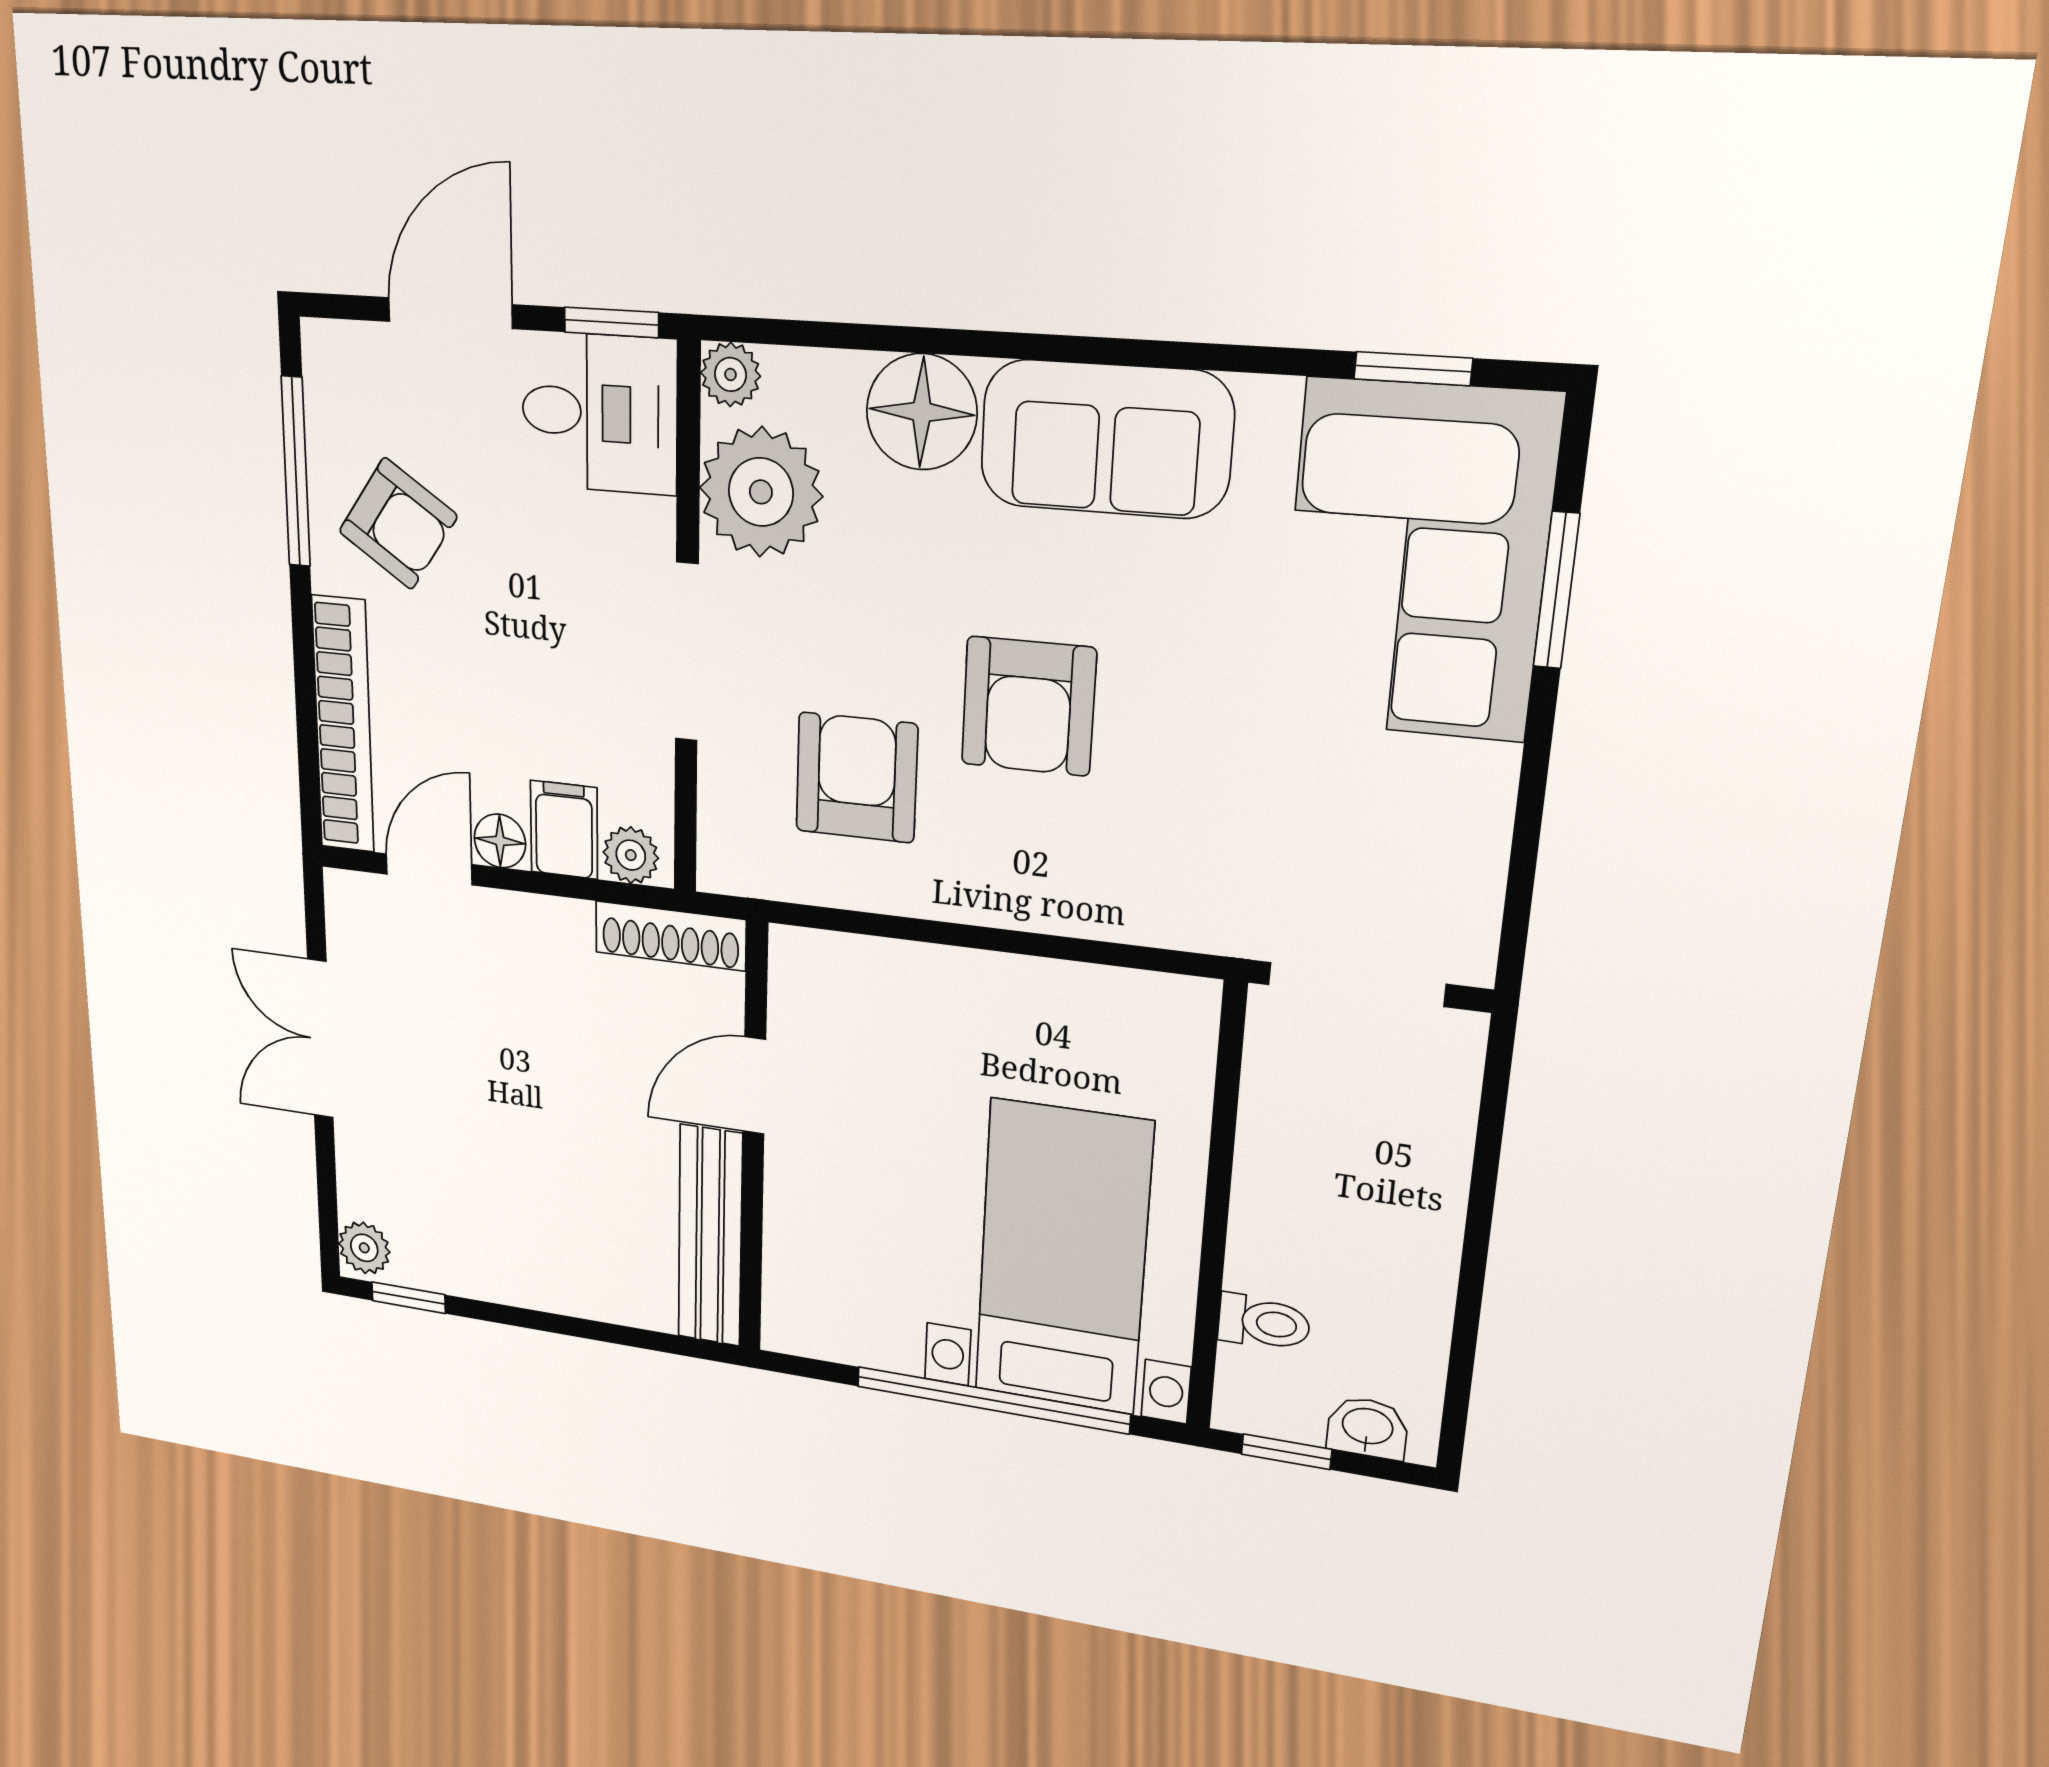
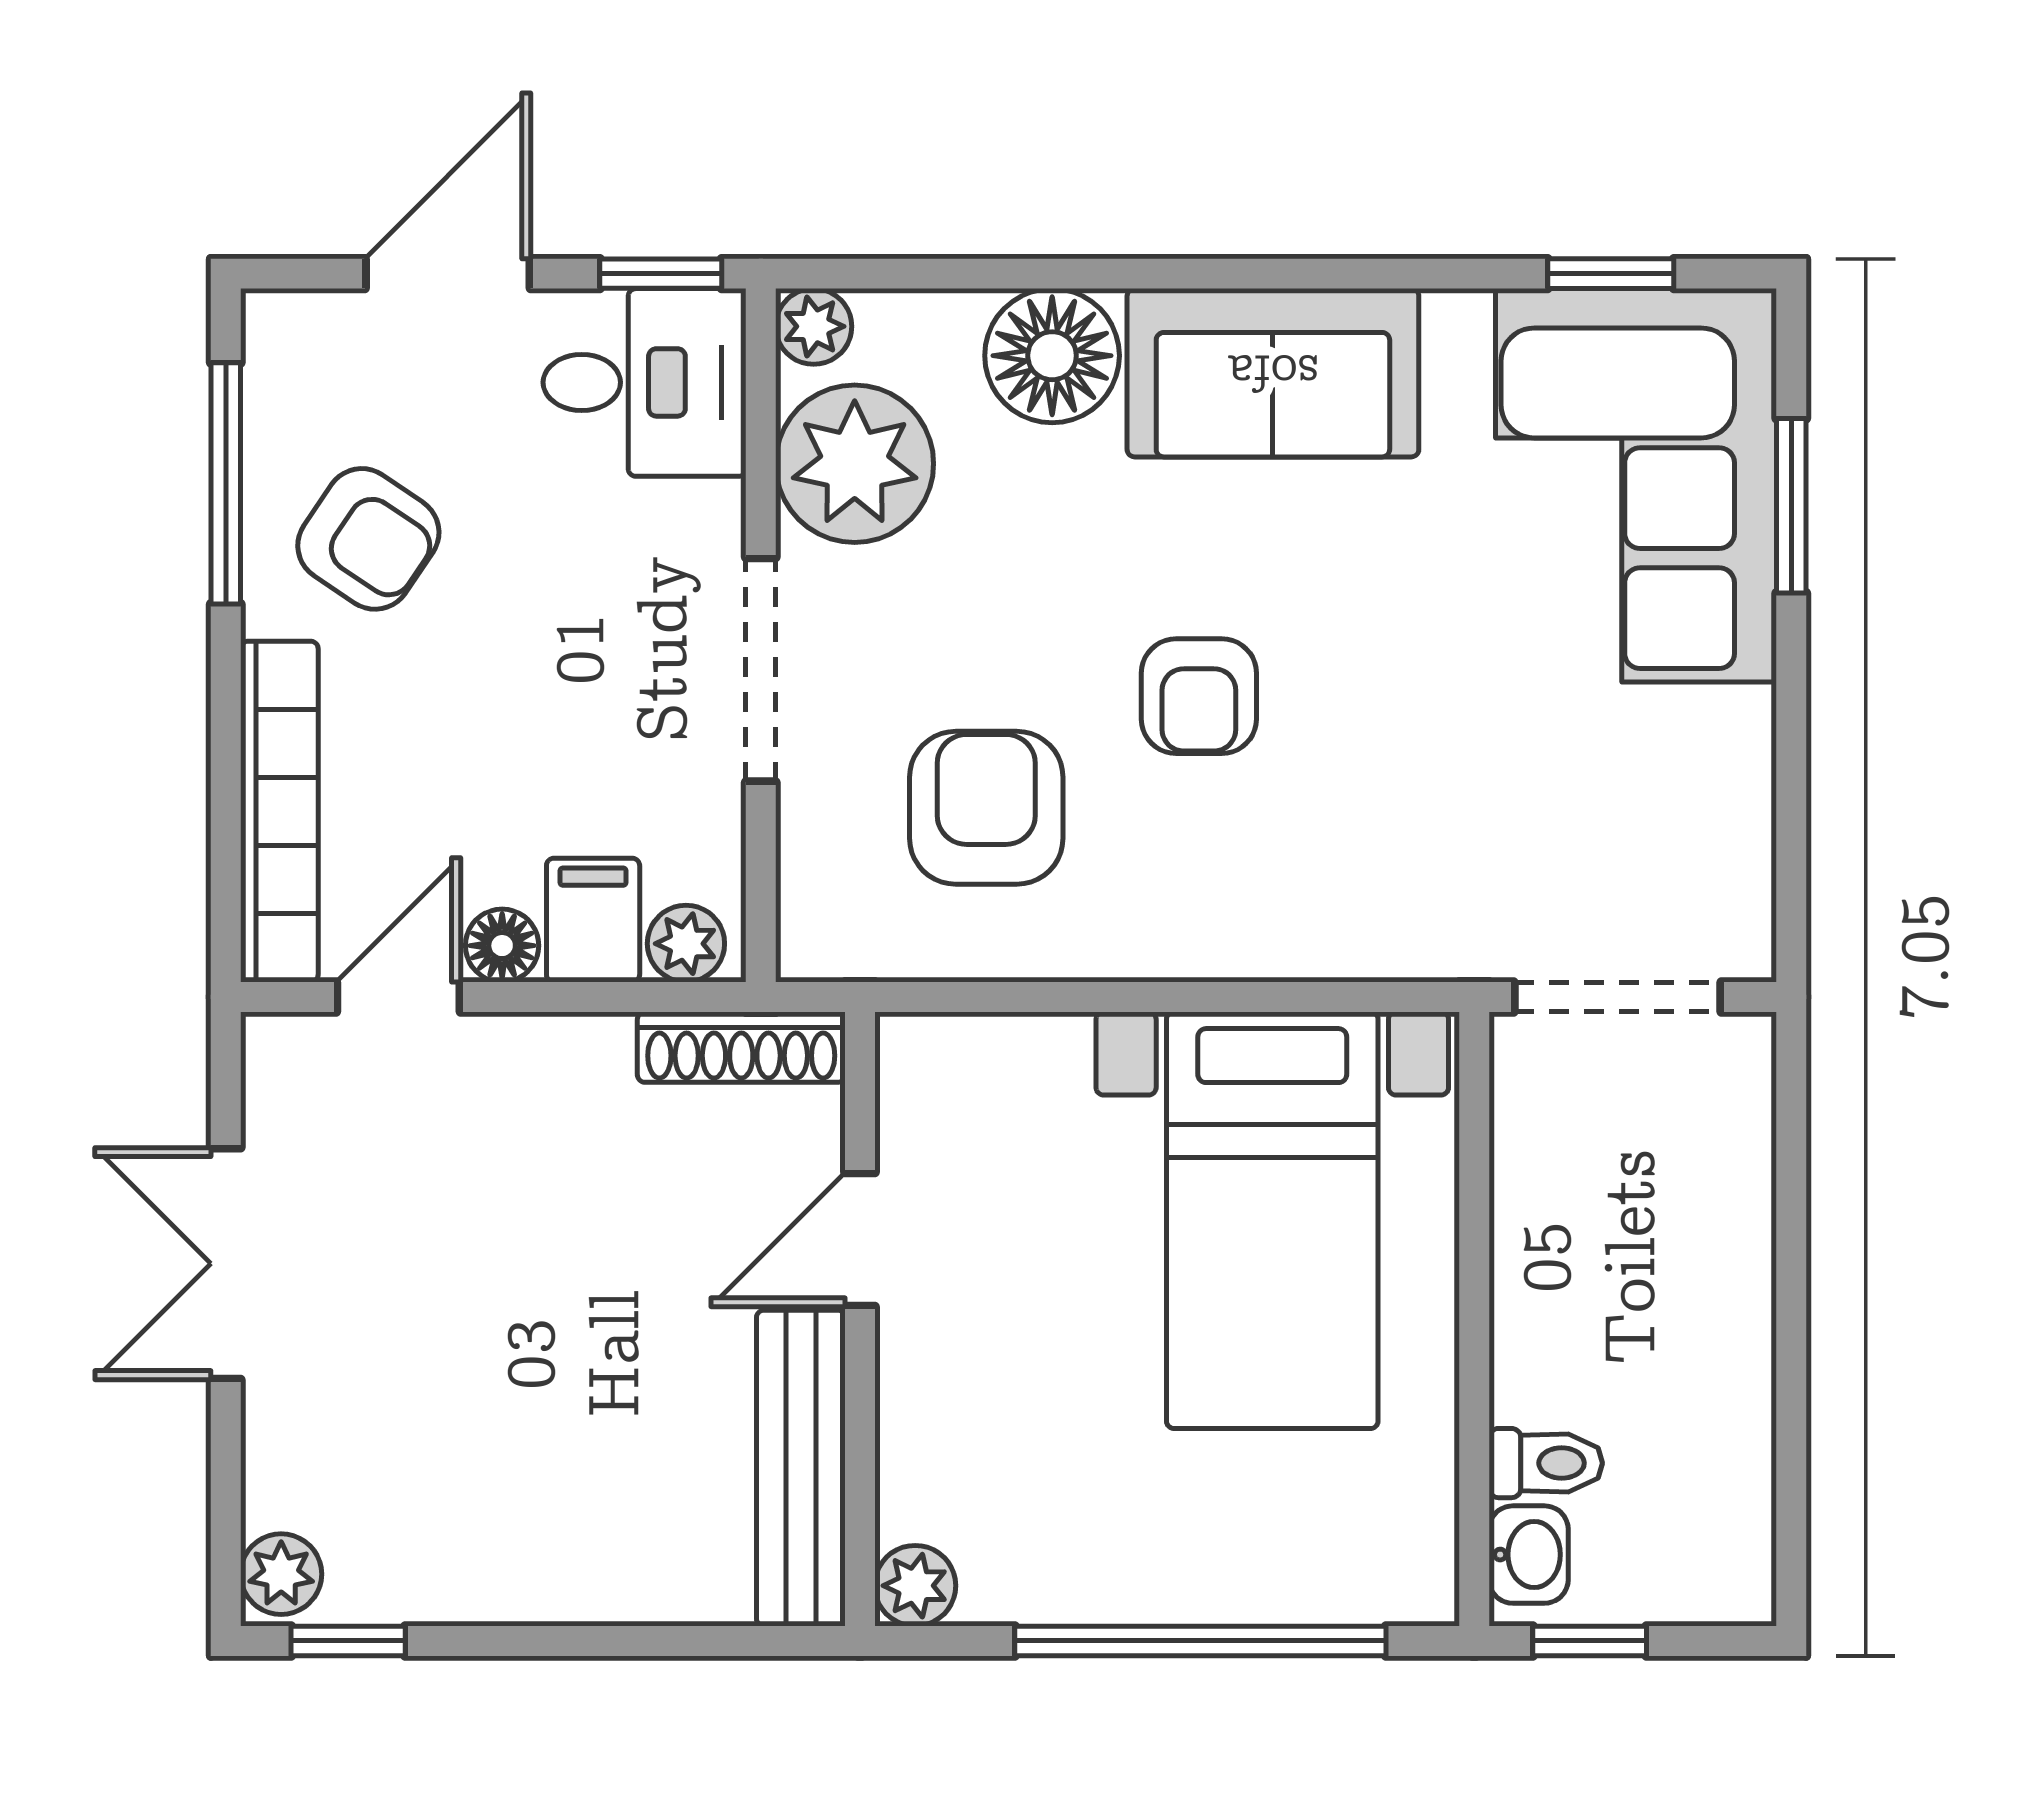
armchair: (1028, 706) -> (1199, 696), width x0.72, depth x0.72
bed with nightstands: (1063, 1258) -> (1272, 1220), moved, turned 180
plant: (789, 1328) -> (915, 1586), added
washbasin: (1367, 1428) -> (1529, 1555), moved, turned 90

